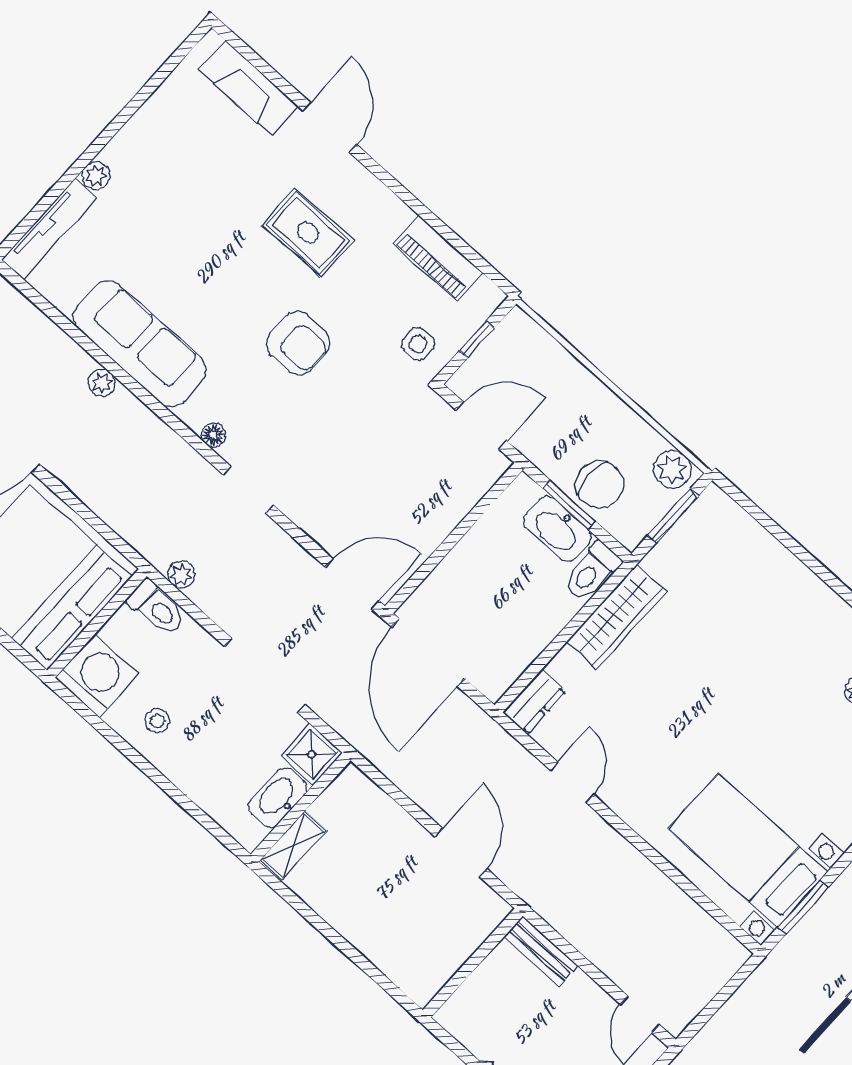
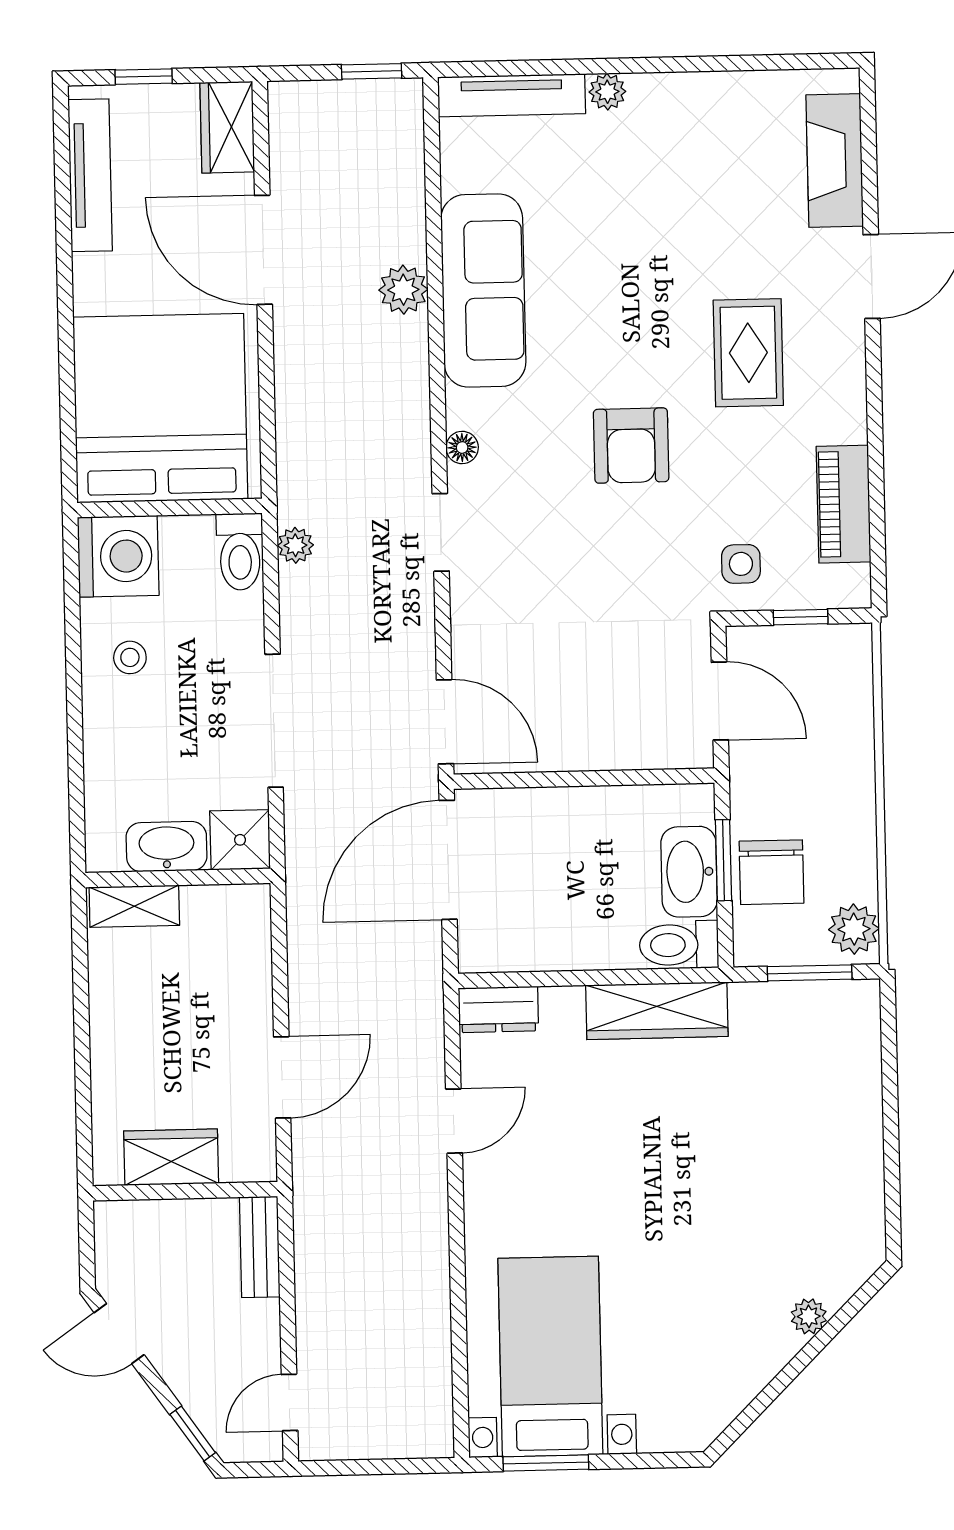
plant: (102, 383) -> (403, 290), width x1.38, depth x1.38
wardrobe: (447, 953) -> (171, 1157), added

